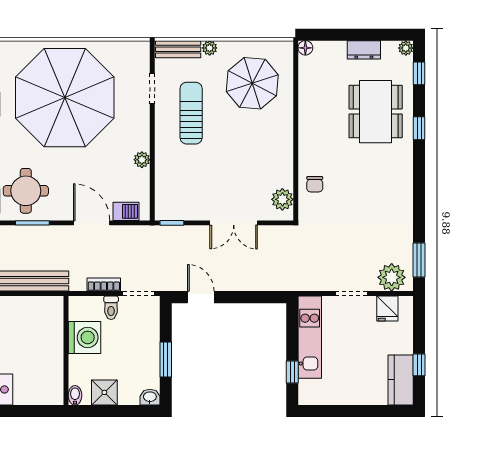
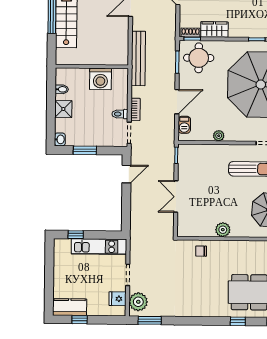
plant: (282, 199) -> (223, 230), moved
washing machine: (84, 337) -> (100, 79), moved
wall: (66, 351) -> (92, 67), moved

